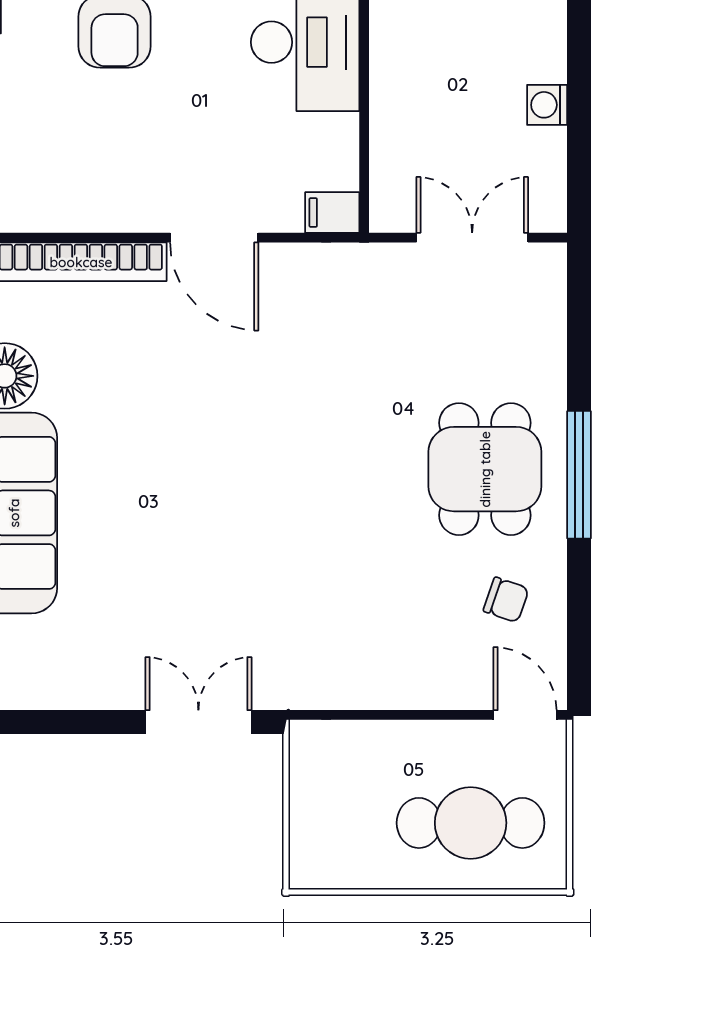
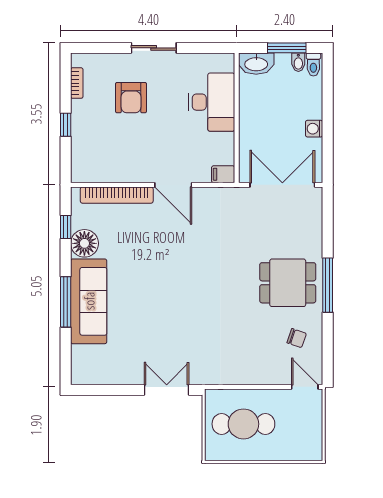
double door: (472, 238) -> (282, 185), width x1.37
dining table: (485, 469) -> (288, 283), turned 90
cafe table: (471, 823) -> (243, 424), moved

